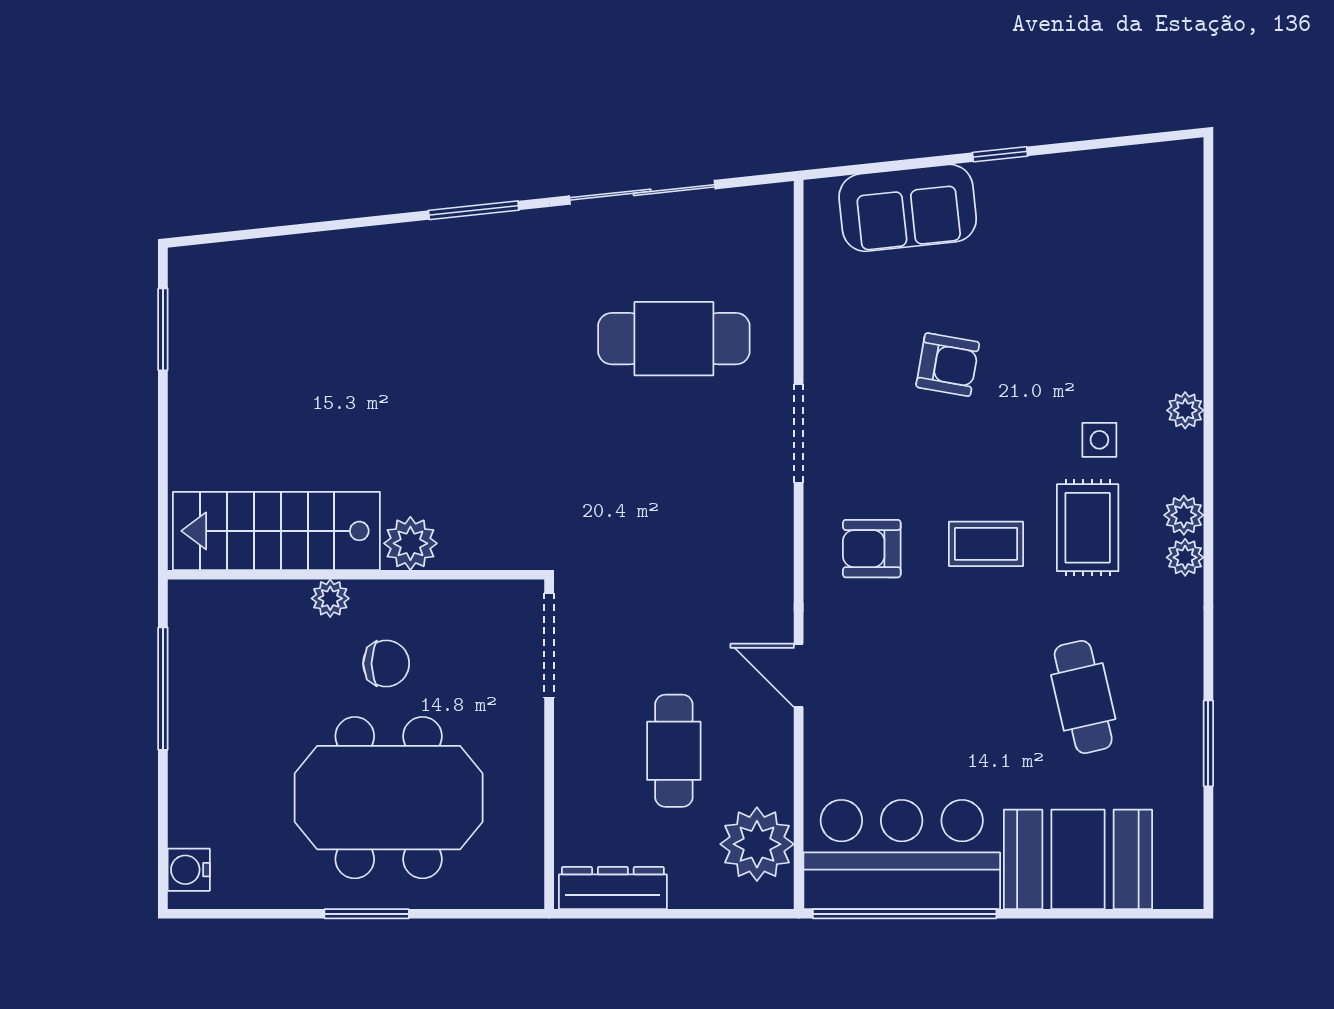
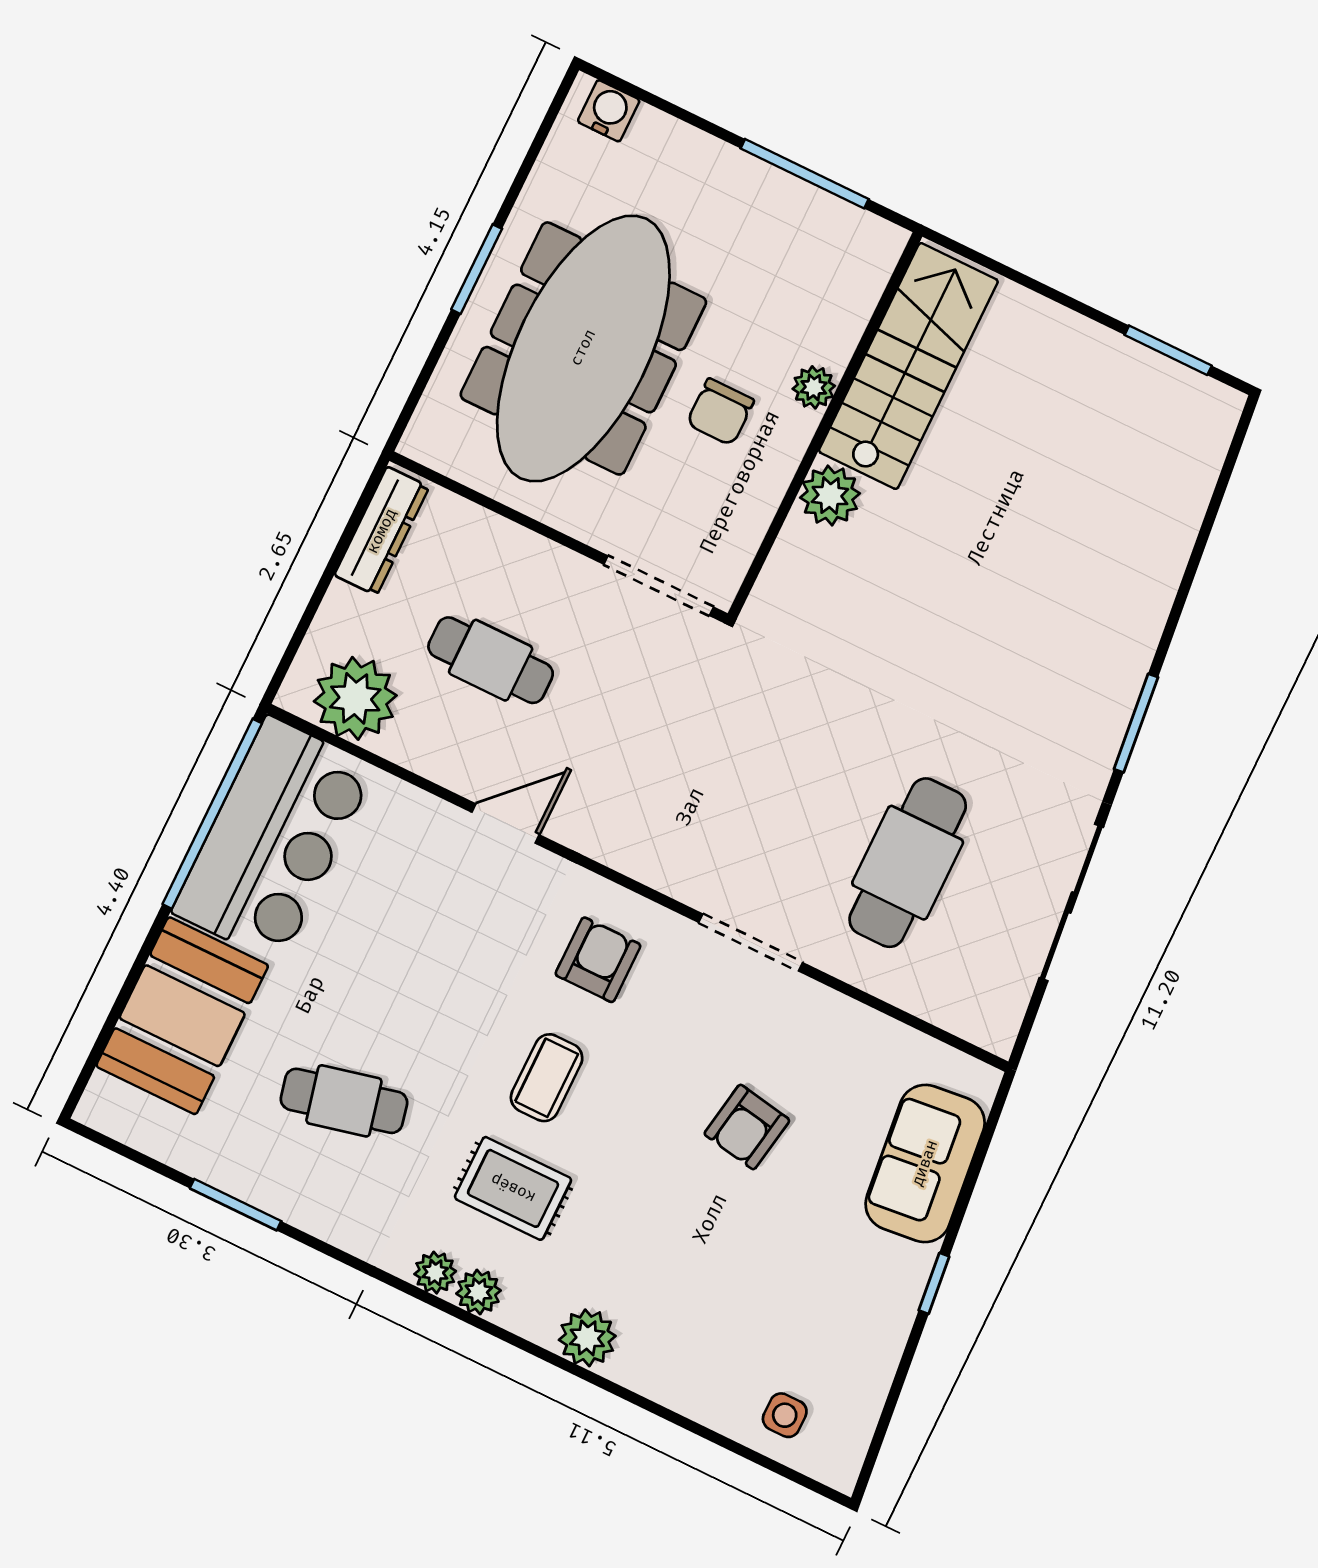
plant: (1185, 410) -> (587, 1338), width x1.38, depth x1.38
side table: (1099, 440) -> (785, 1415), moved
meeting table: (389, 798) -> (583, 348), width x1.36

